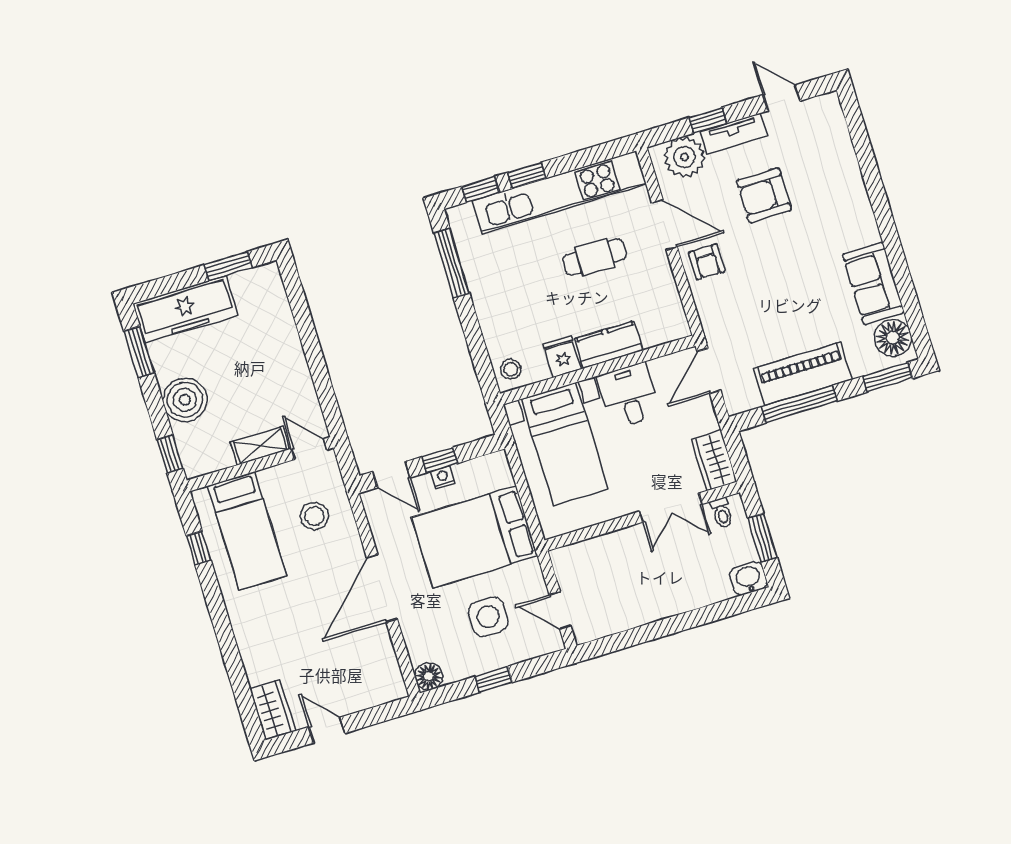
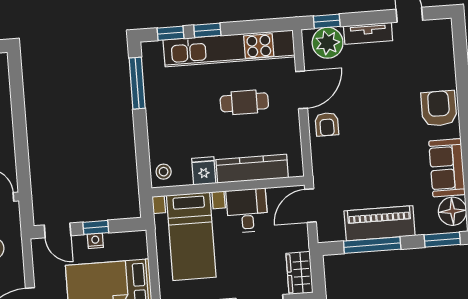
window: (708, 120) -> (327, 21), moved
armchair: (764, 195) -> (439, 108), moved, turned 90
door: (665, 225) -> (302, 90), hinge flipped
kitchen counter: (609, 345) -> (252, 169), width x1.50

